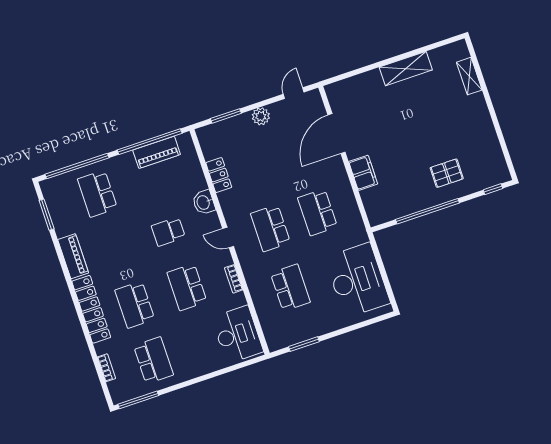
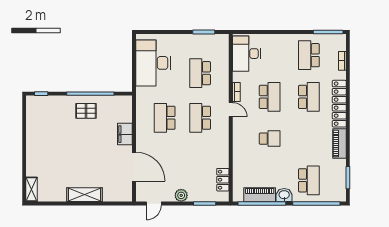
shelving: (406, 69) -> (84, 195), moved
shelving: (469, 76) -> (31, 189), moved
door: (336, 134) -> (134, 167), hinge flipped
pallet: (447, 173) -> (86, 111), moved
locker: (219, 175) -> (223, 180), moved
washbasin: (204, 202) -> (284, 195), moved, turned -90
school desk: (318, 212) -> (165, 118), turned 180
school desk: (270, 228) -> (200, 118), turned 180
door: (228, 237) -> (231, 110), moved

